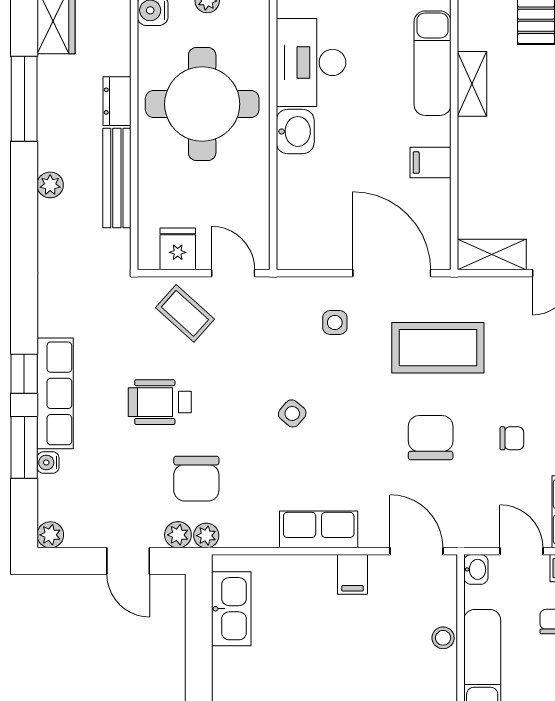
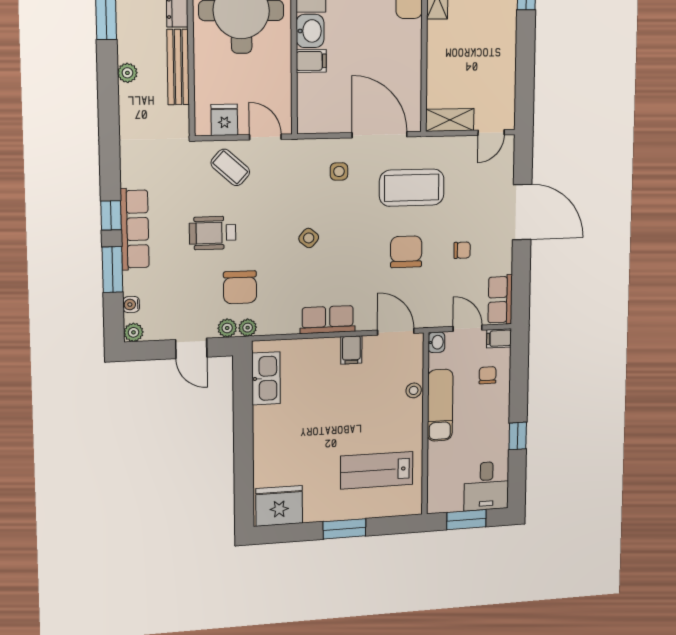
filing cabinet: (430, 163) -> (311, 61), moved, turned 180
water cooler: (48, 462) -> (131, 304), moved

